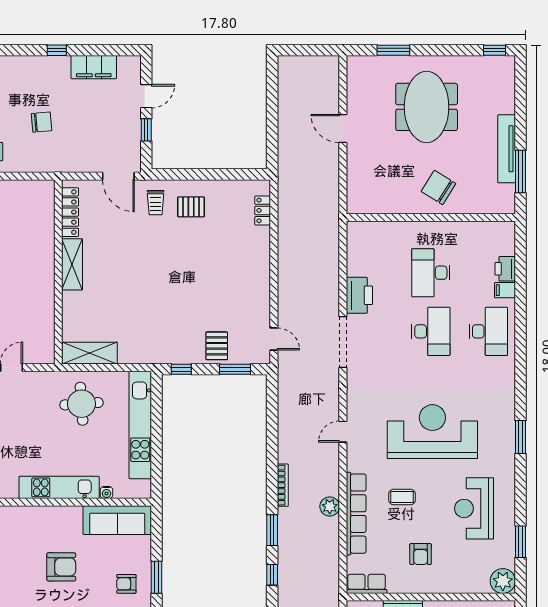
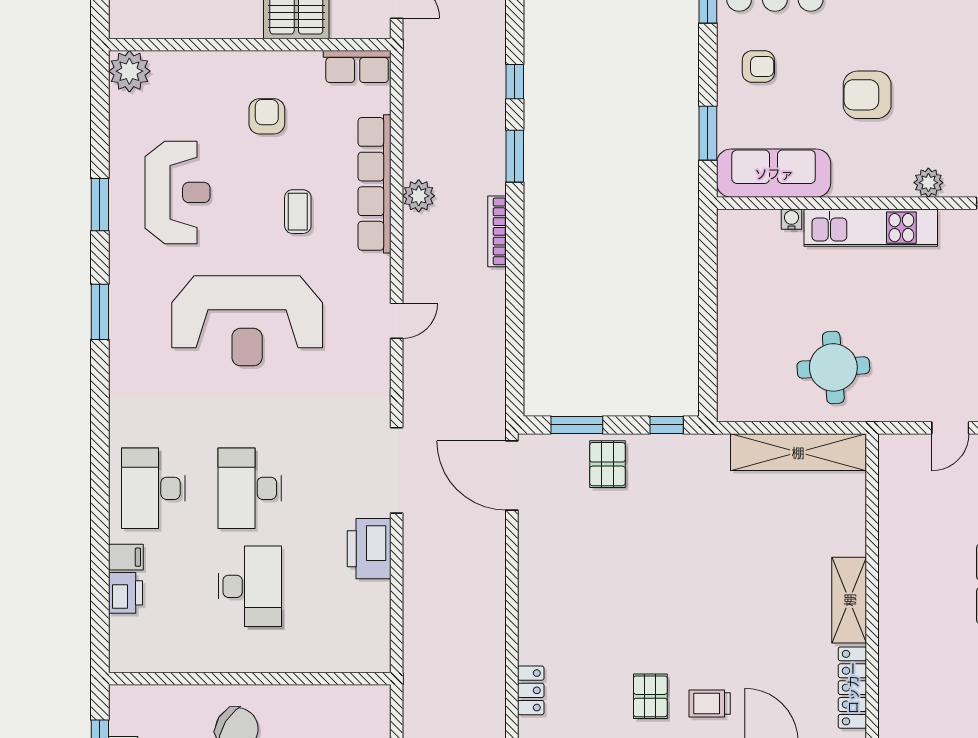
trolley: (156, 203) -> (710, 704), turned -90
pallet: (191, 207) -> (650, 696), turned 90
door: (274, 339) -> (512, 476), width x1.87
shelving: (90, 353) -> (798, 452), width x1.47
kitchen unit: (140, 425) -> (735, 332), removed
coffee table: (402, 497) -> (298, 212), turned 90
plant: (25, 514) -> (928, 183), added
window: (521, 542) -> (100, 205), moved
window: (157, 577) -> (708, 133), moved

